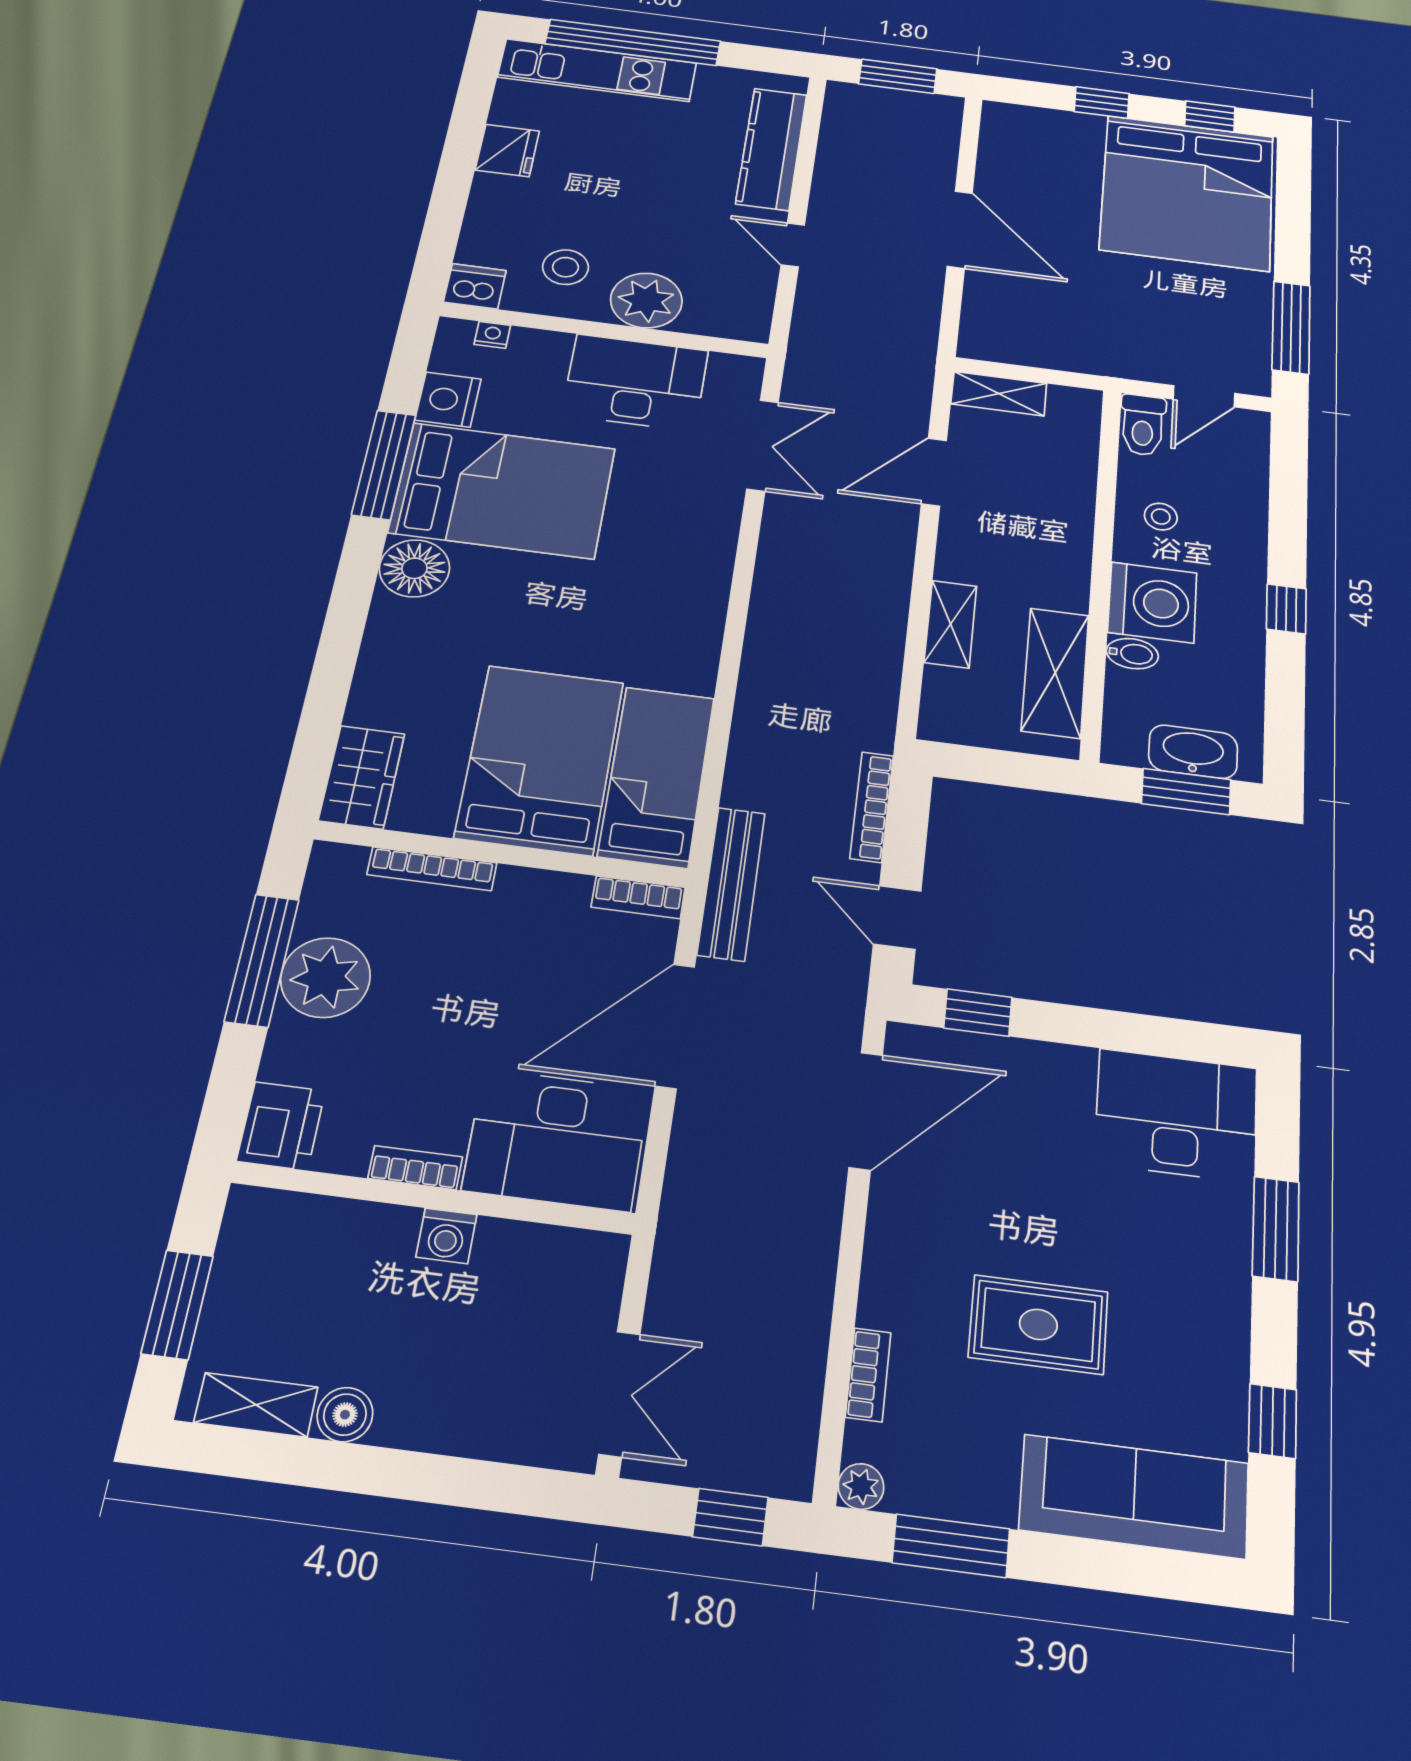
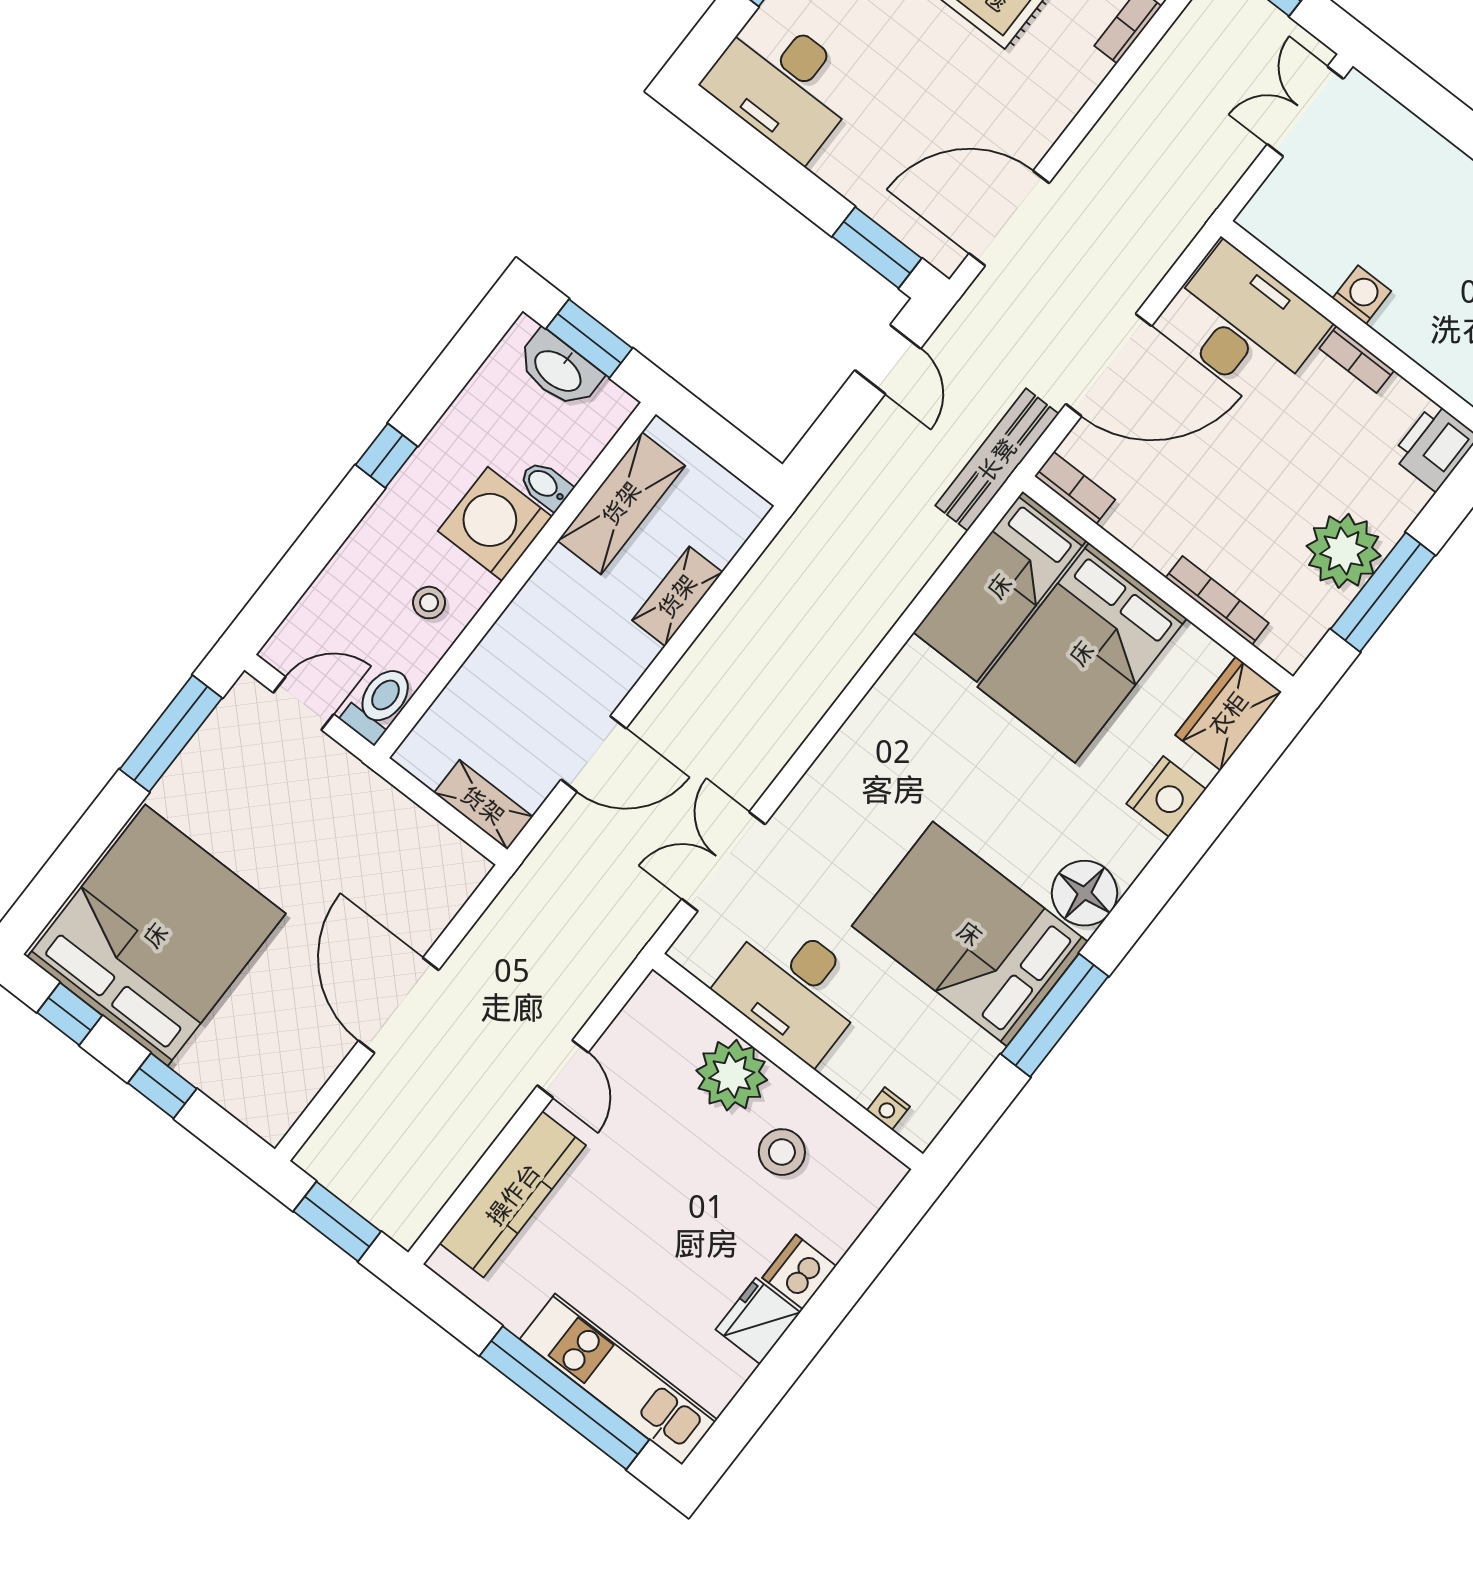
dishwasher: (475, 286) -> (799, 1272), moved, turned 90
nightstand: (448, 400) -> (1166, 797), moved
bookcase: (872, 807) -> (848, 465), removed
window: (978, 1013) -> (877, 247), width x1.50

